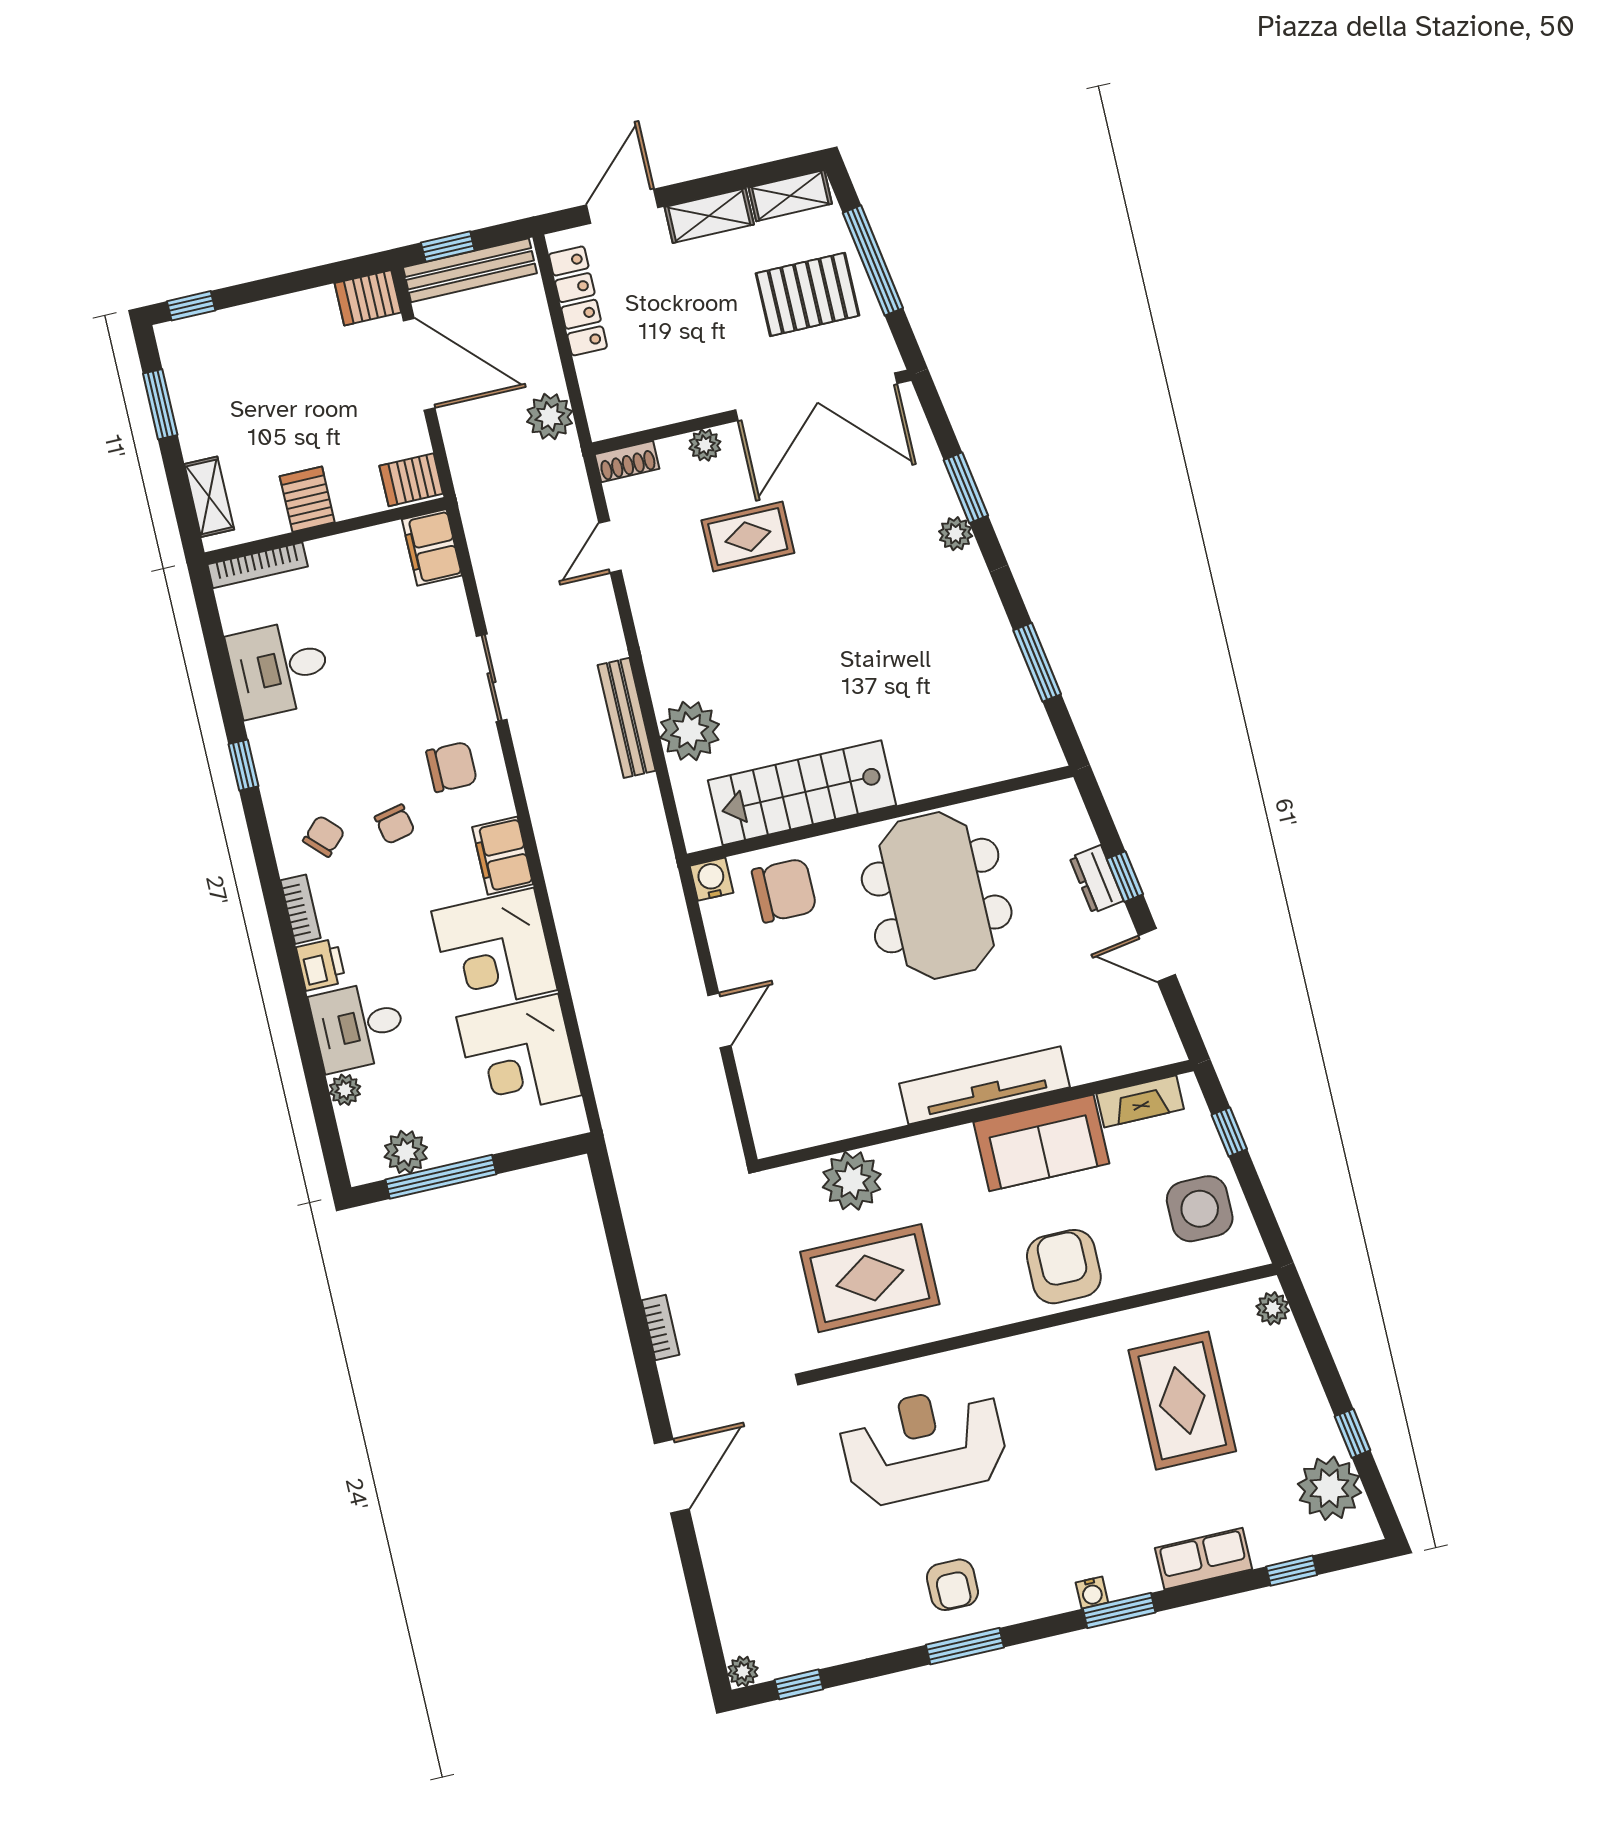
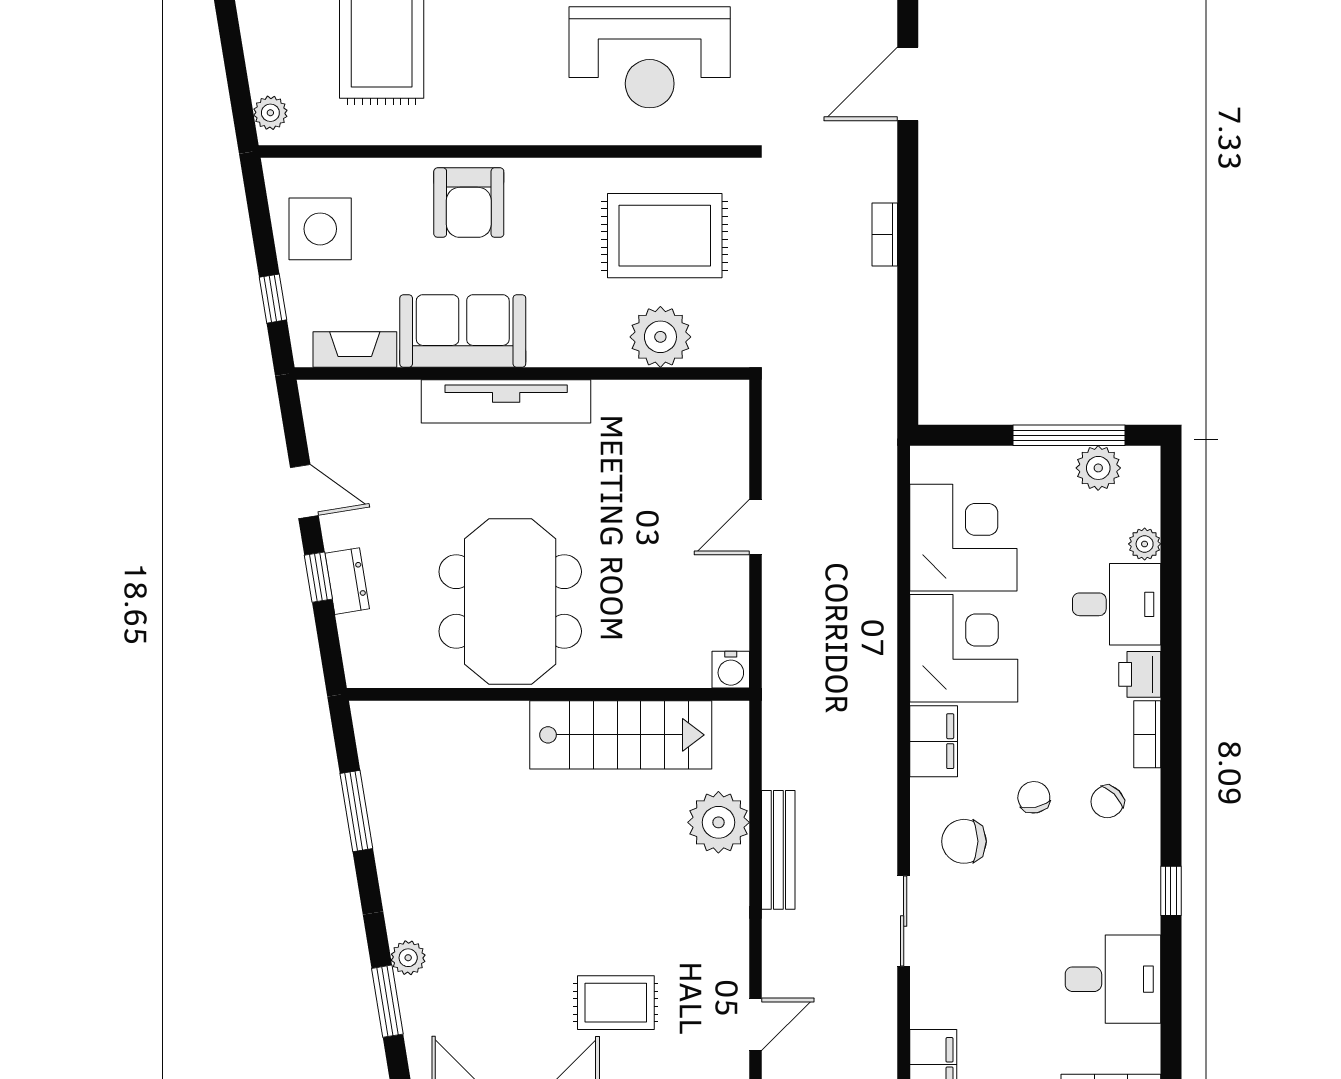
chair: (784, 890) -> (661, 642), removed

